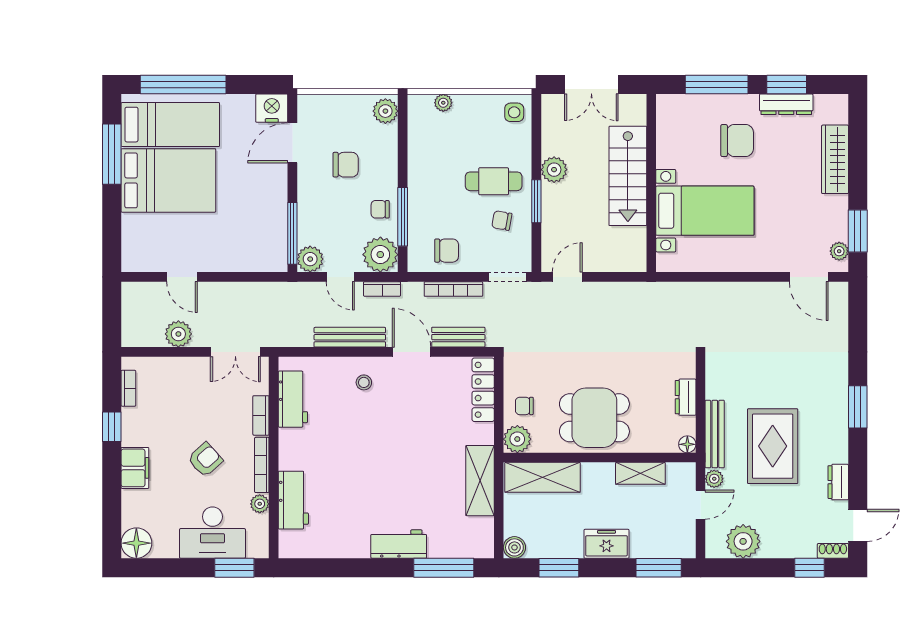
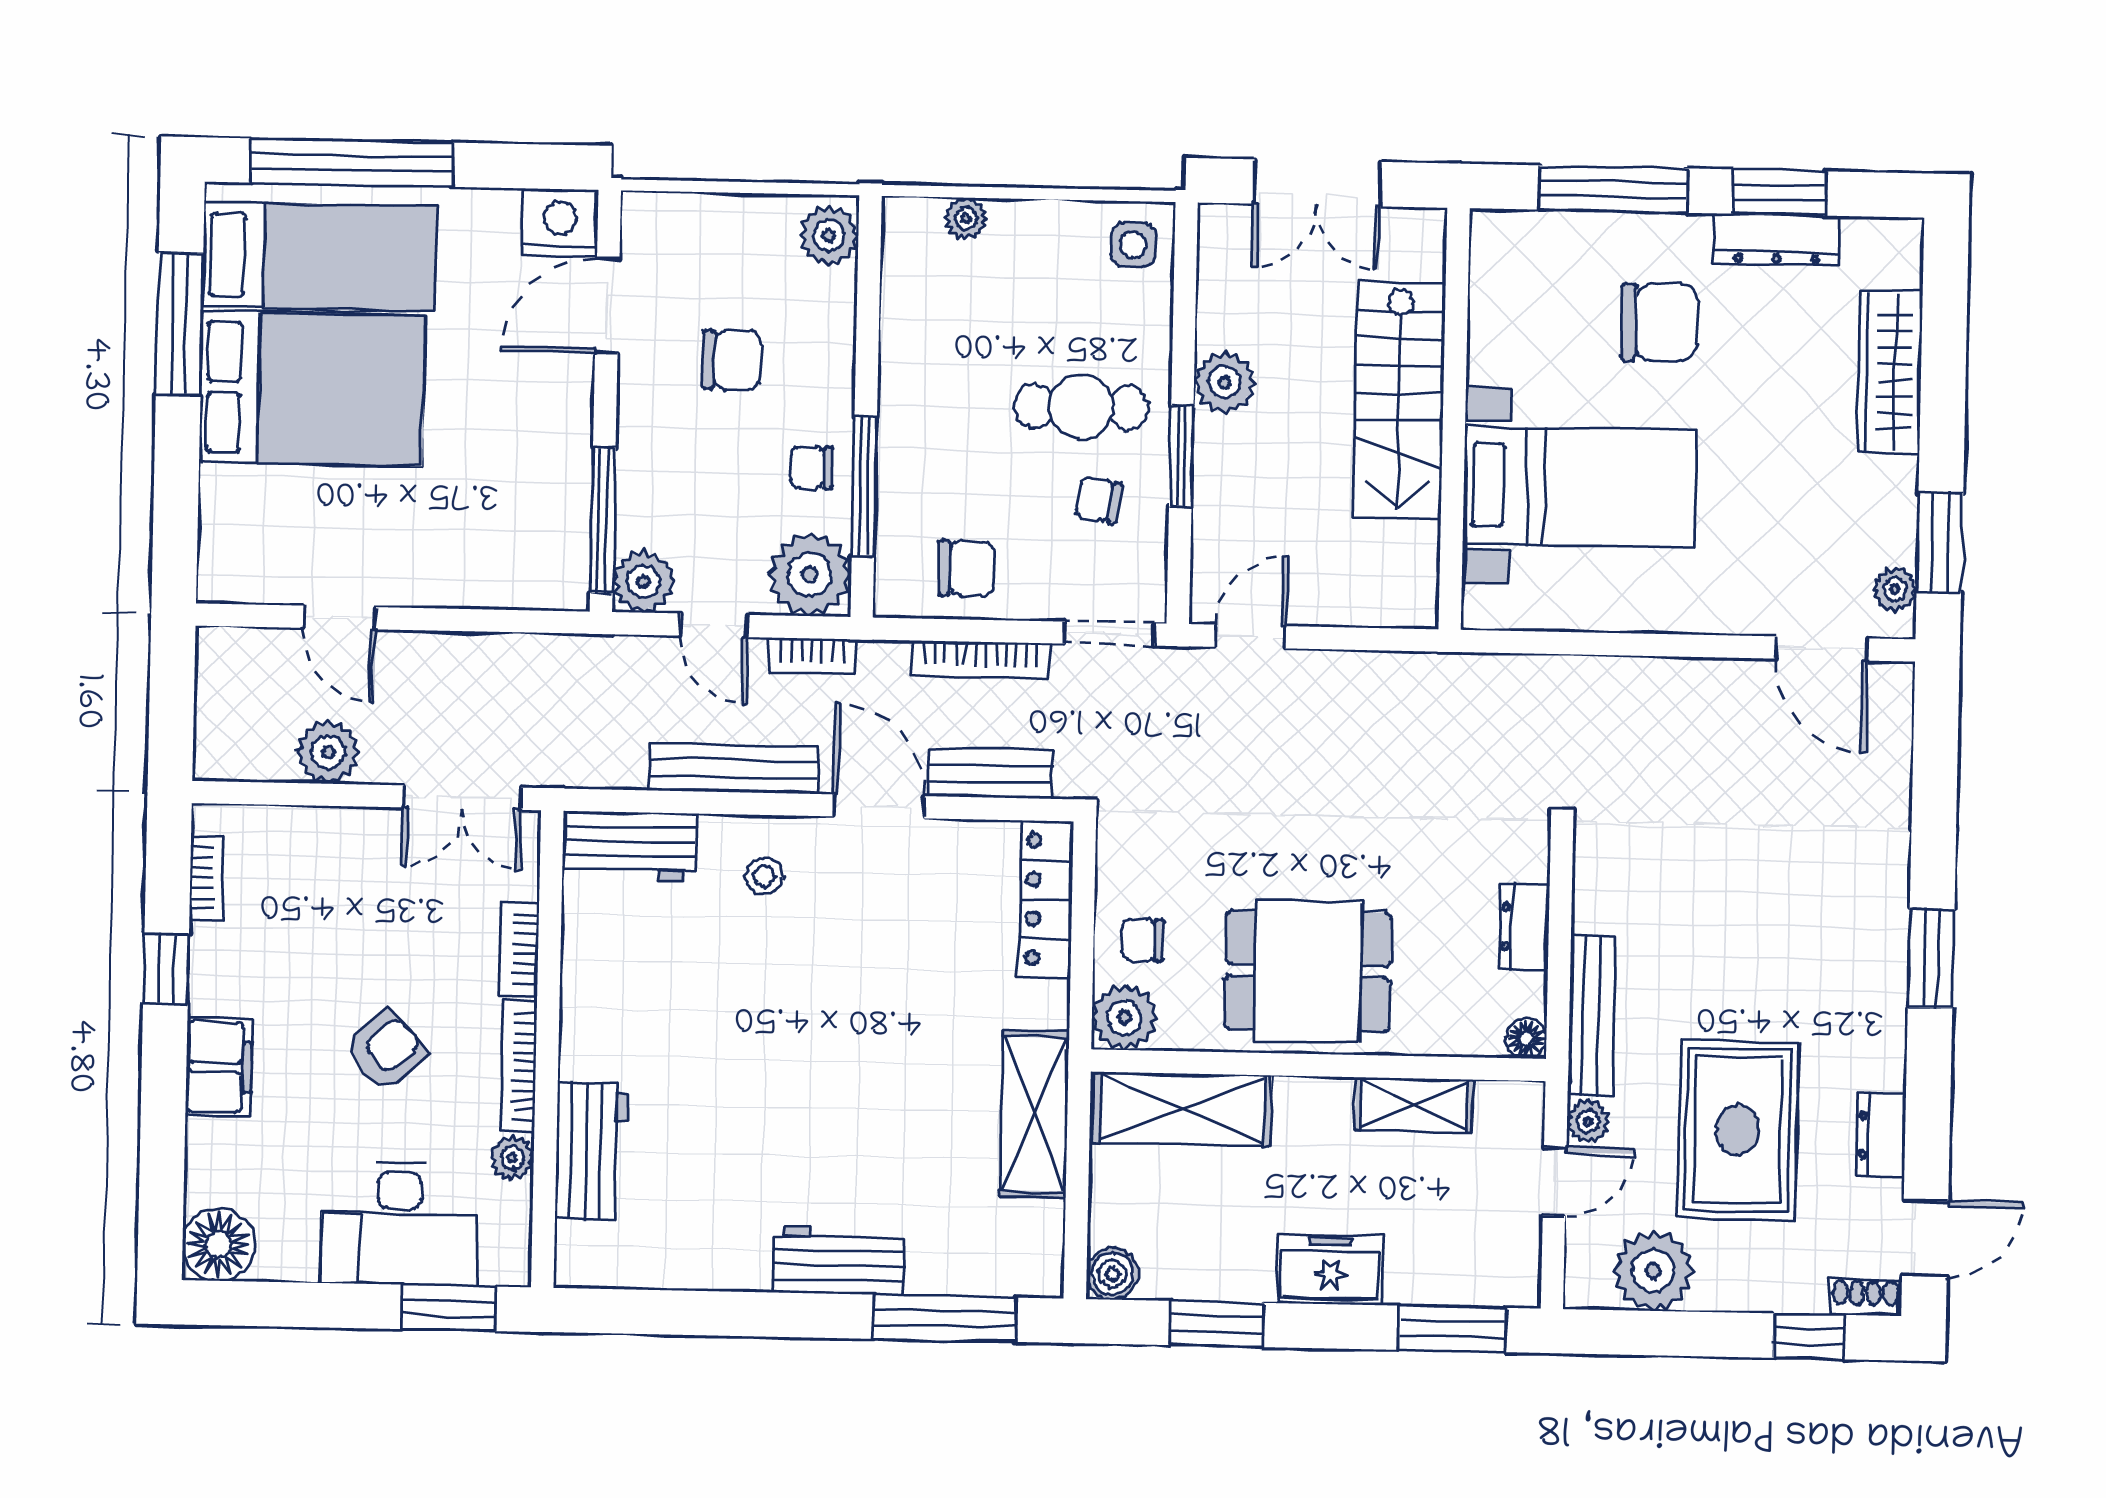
workbench: (293, 399) -> (629, 847), moved, turned 90
rug: (773, 446) -> (1738, 1130), moved

